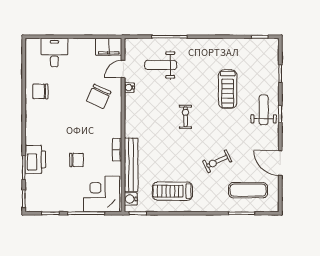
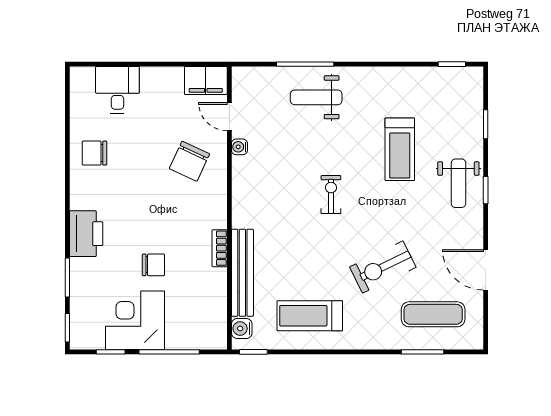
weight bench: (161, 65) -> (316, 97), moved
door: (123, 69) -> (229, 117), hinge flipped
weight bench: (264, 110) -> (458, 183), turned 180
printer: (35, 160) -> (86, 234), moved
exercise bike: (217, 161) -> (383, 267), width x1.38, depth x1.39
corner desk: (102, 194) -> (135, 320), moved

